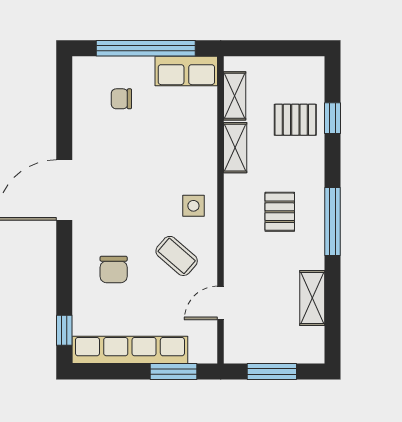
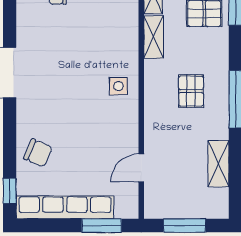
coffee table: (177, 256) -> (104, 128), removed
chair: (114, 269) -> (38, 153), moved, turned -67

